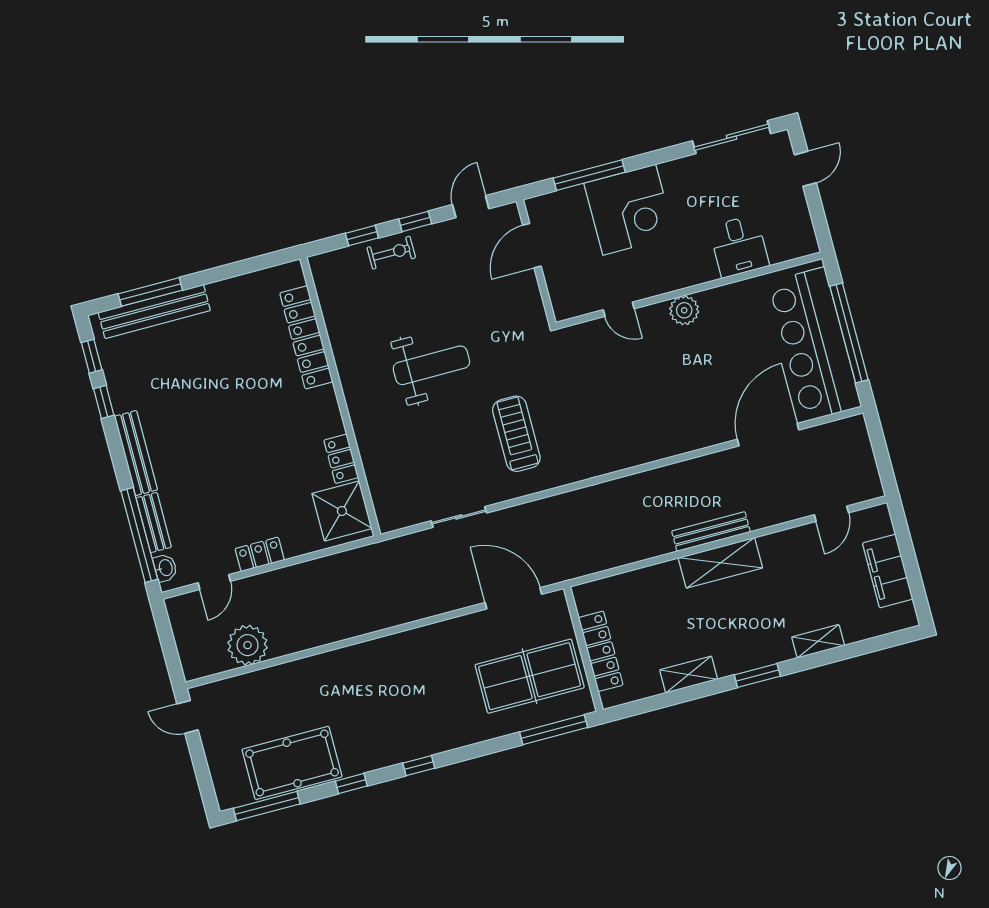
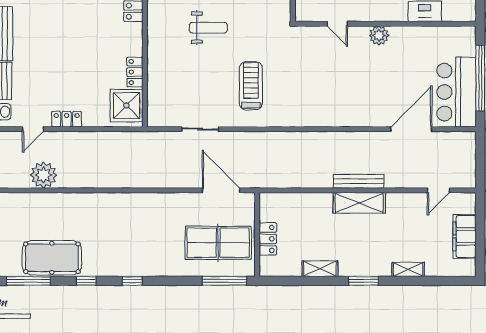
bar counter: (815, 344) -> (457, 92), width x0.73
weight bench: (431, 365) -> (208, 28), width x0.73, depth x0.75
locker: (601, 651) -> (268, 239), width x0.66

